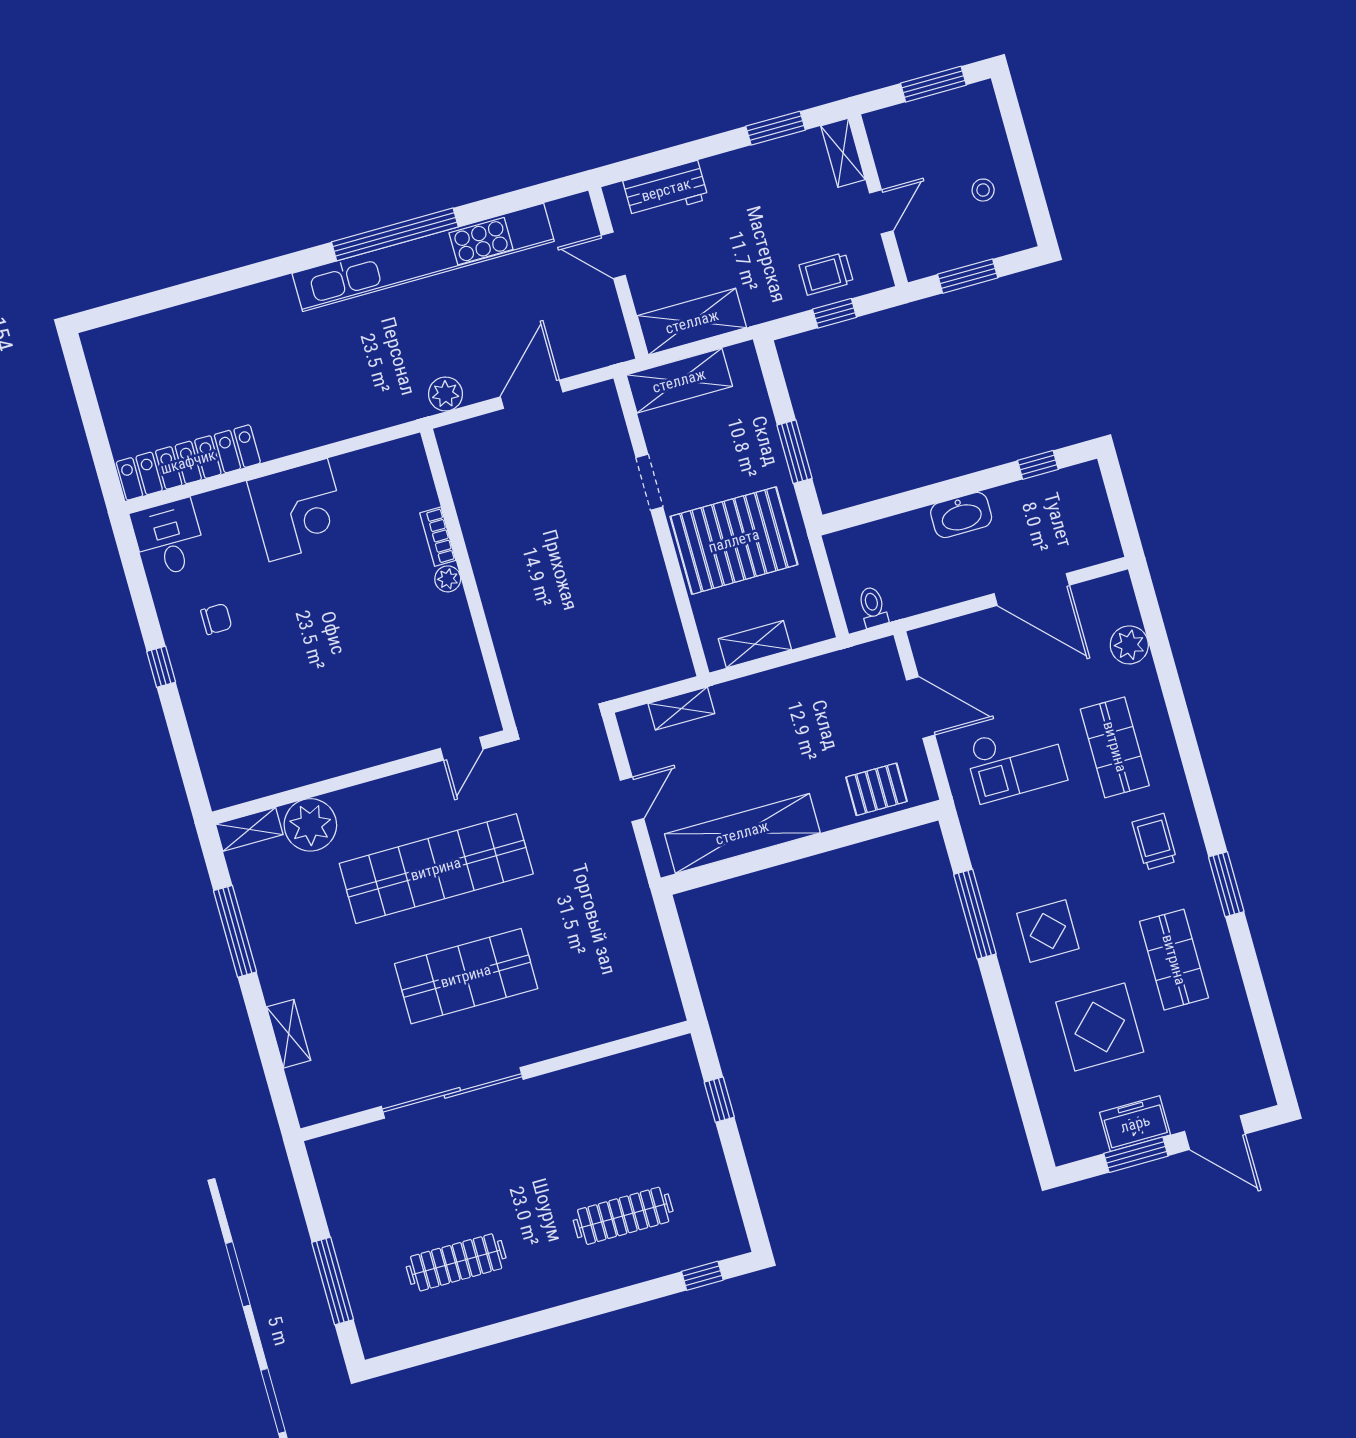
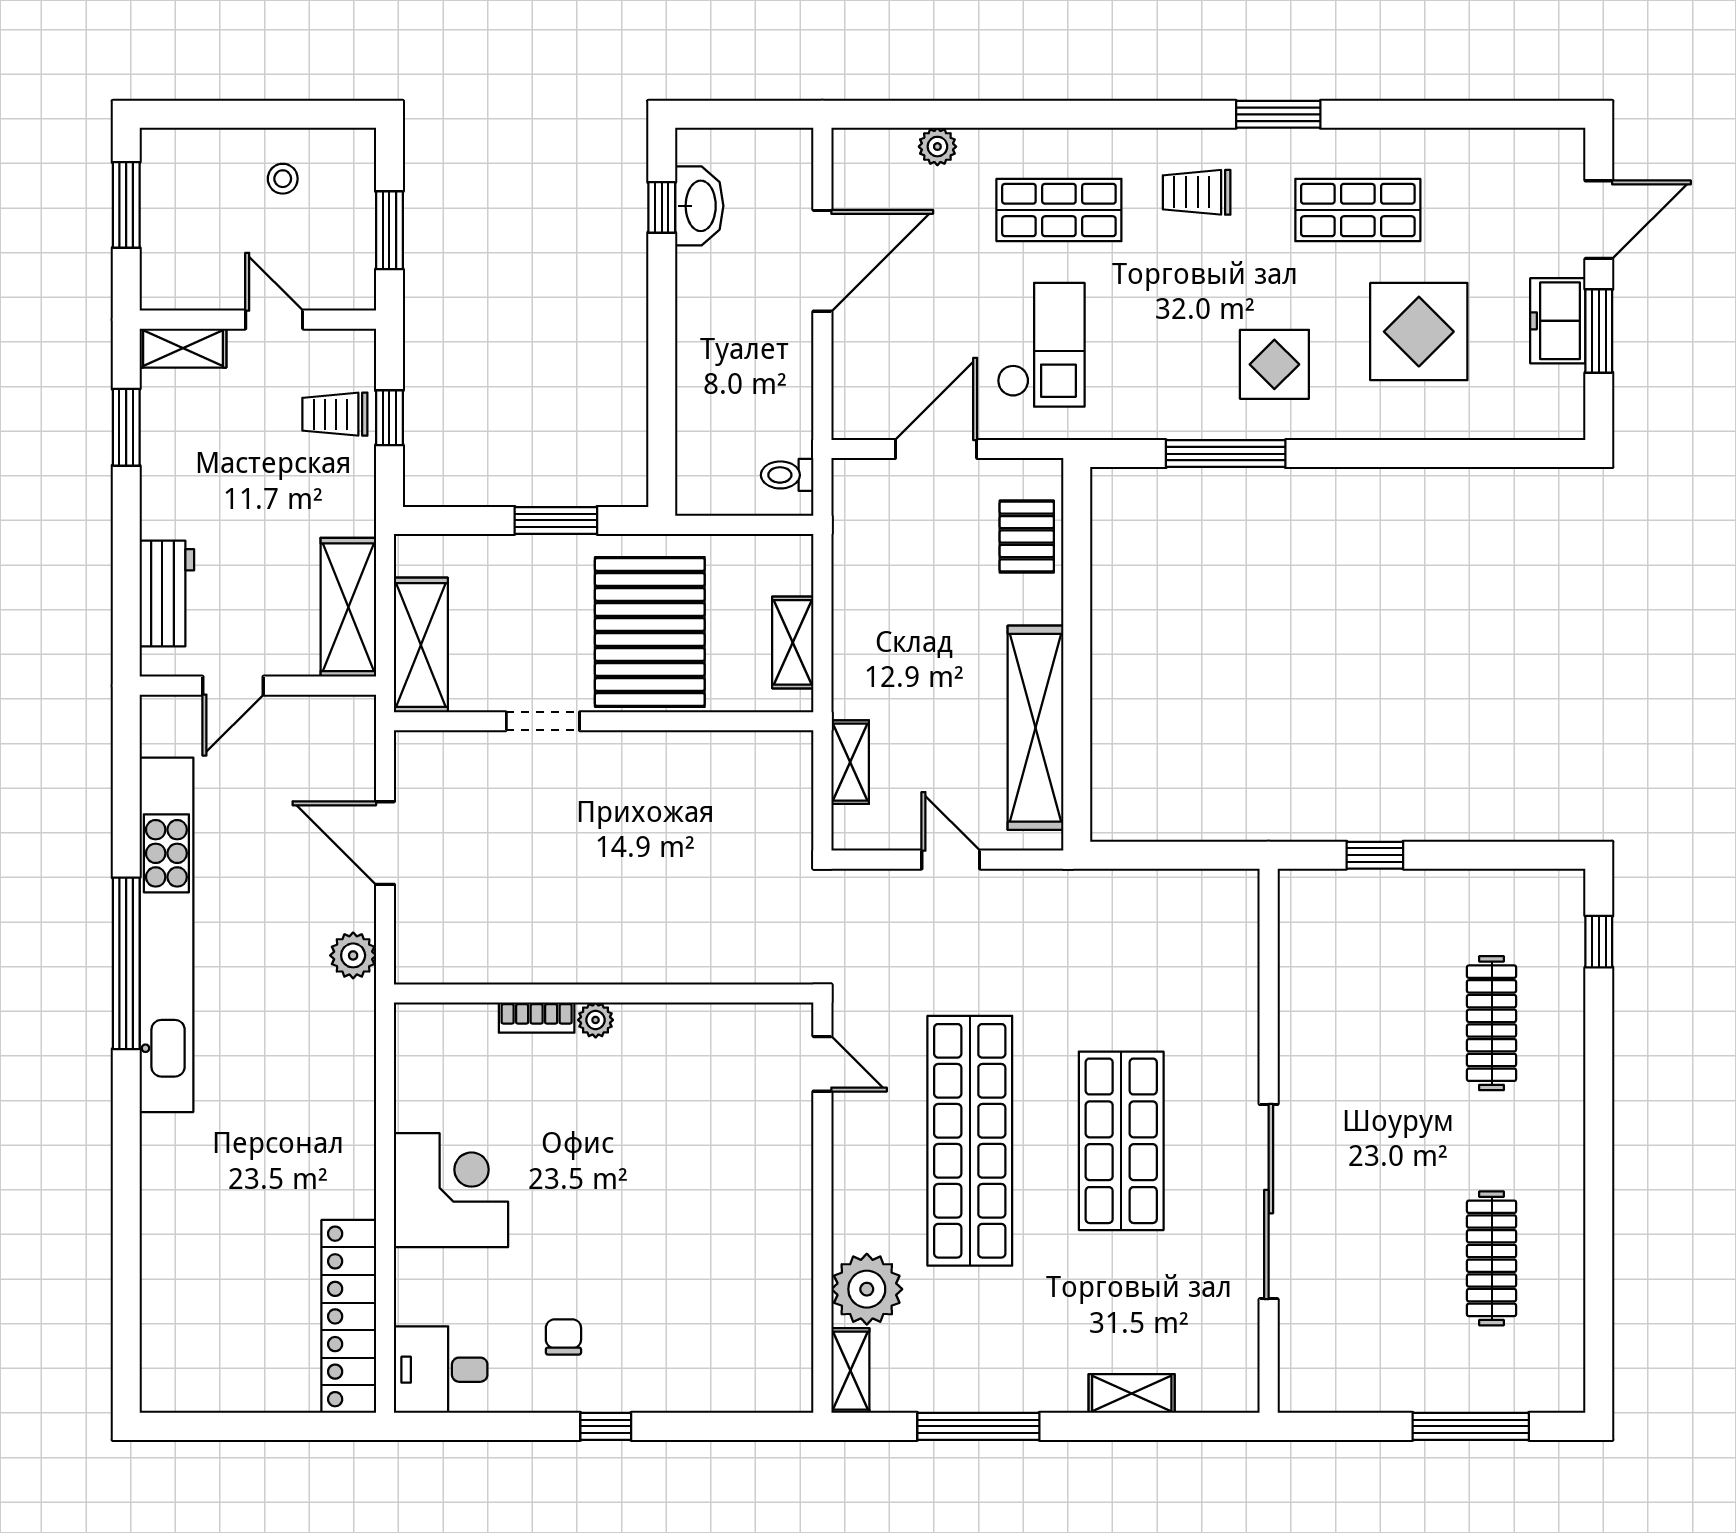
trolley: (826, 274) -> (335, 414), turned 90
washbasin: (961, 515) -> (699, 206), moved
plant: (1129, 645) -> (937, 147), width x0.73, depth x0.73

